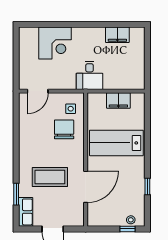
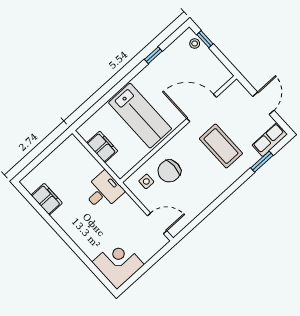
corner desk: (55, 43) -> (118, 263), moved

